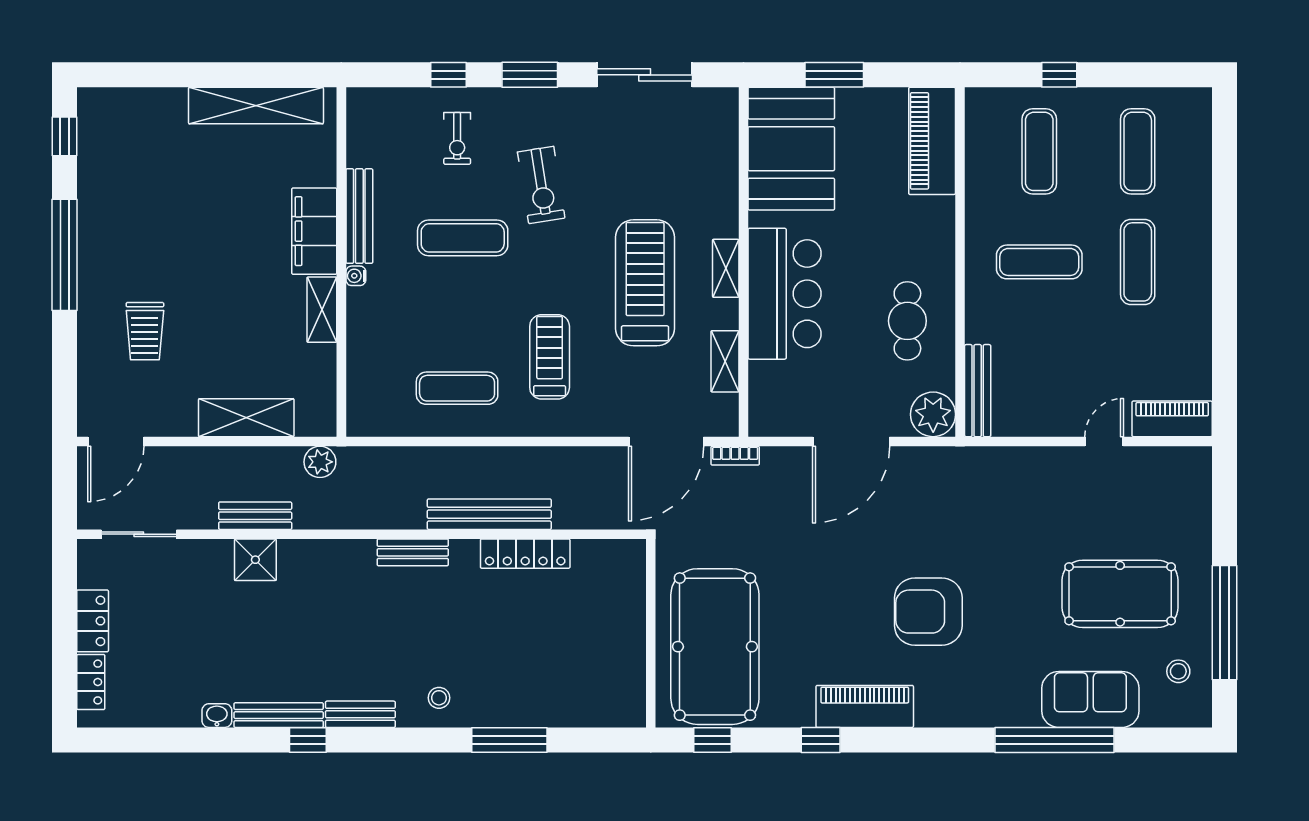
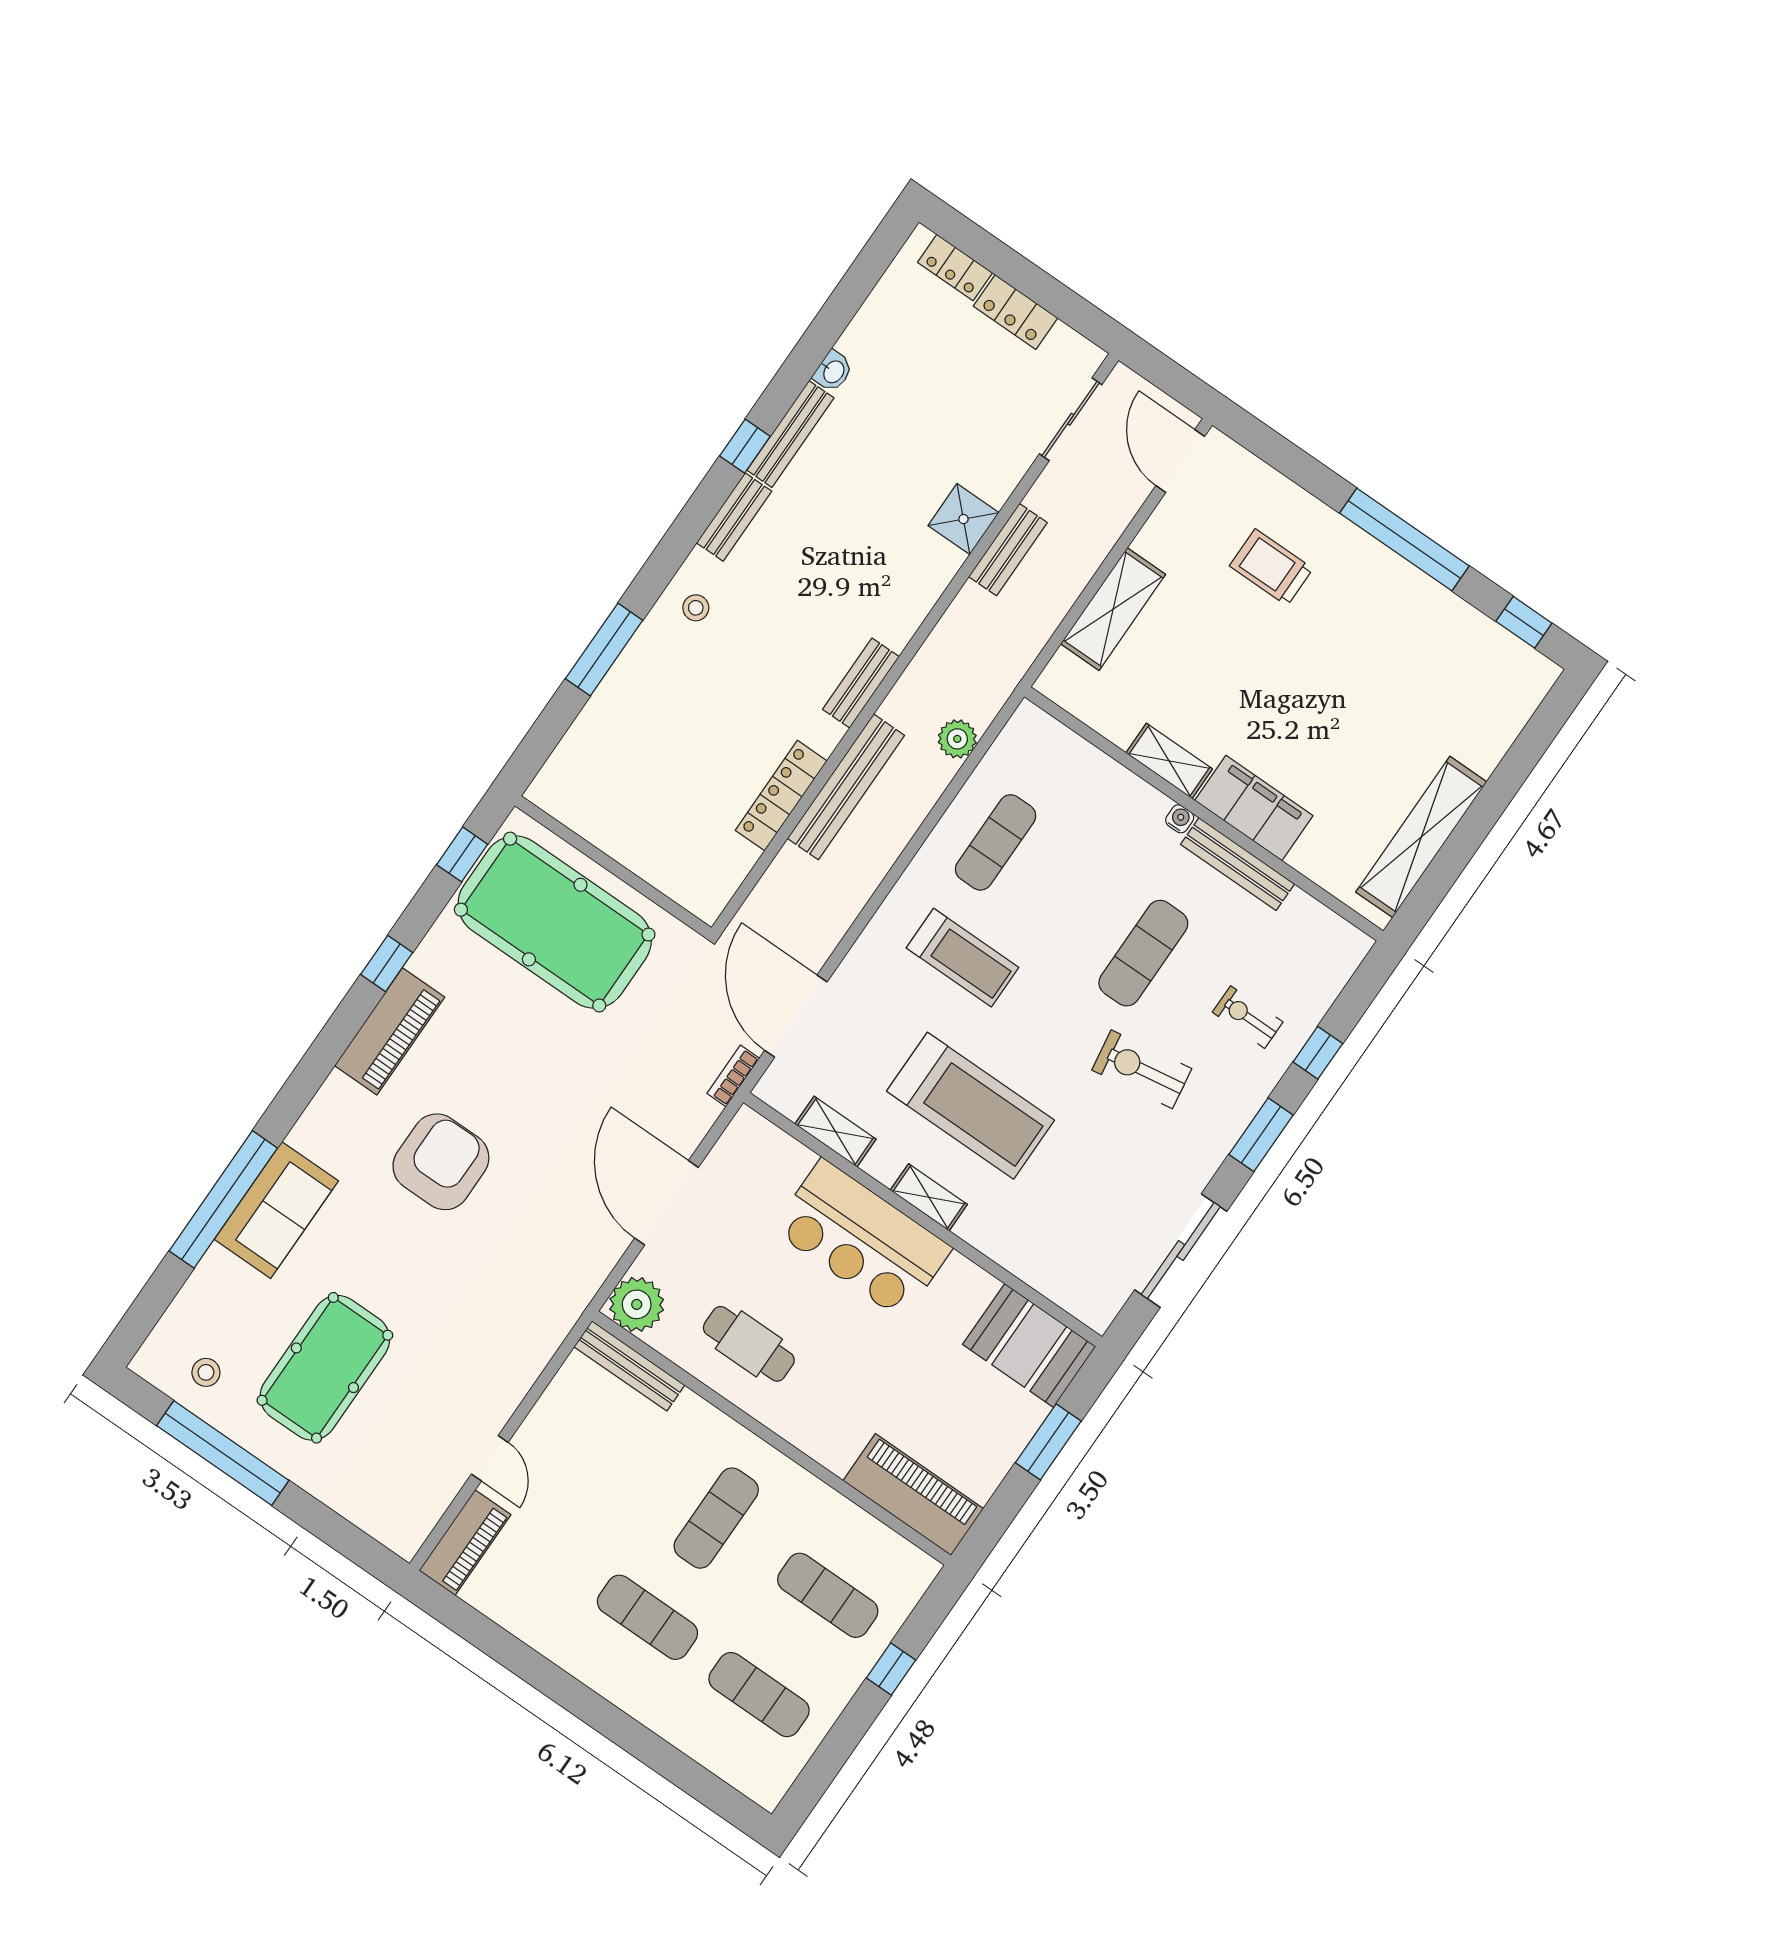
booth: (791, 149) -> (1029, 1345), width x0.73, depth x0.70
plant: (320, 462) -> (957, 739), moved
sofa: (1090, 699) -> (276, 1210), moved

